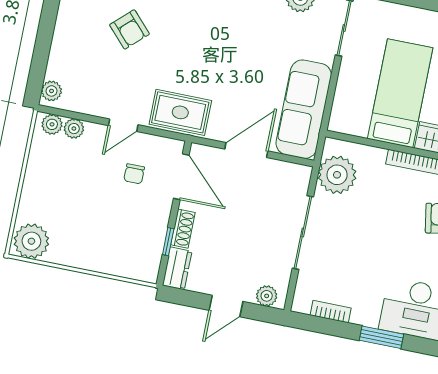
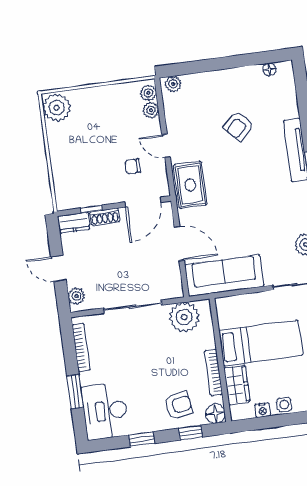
bookcase: (331, 312) -> (81, 347), width x1.56

